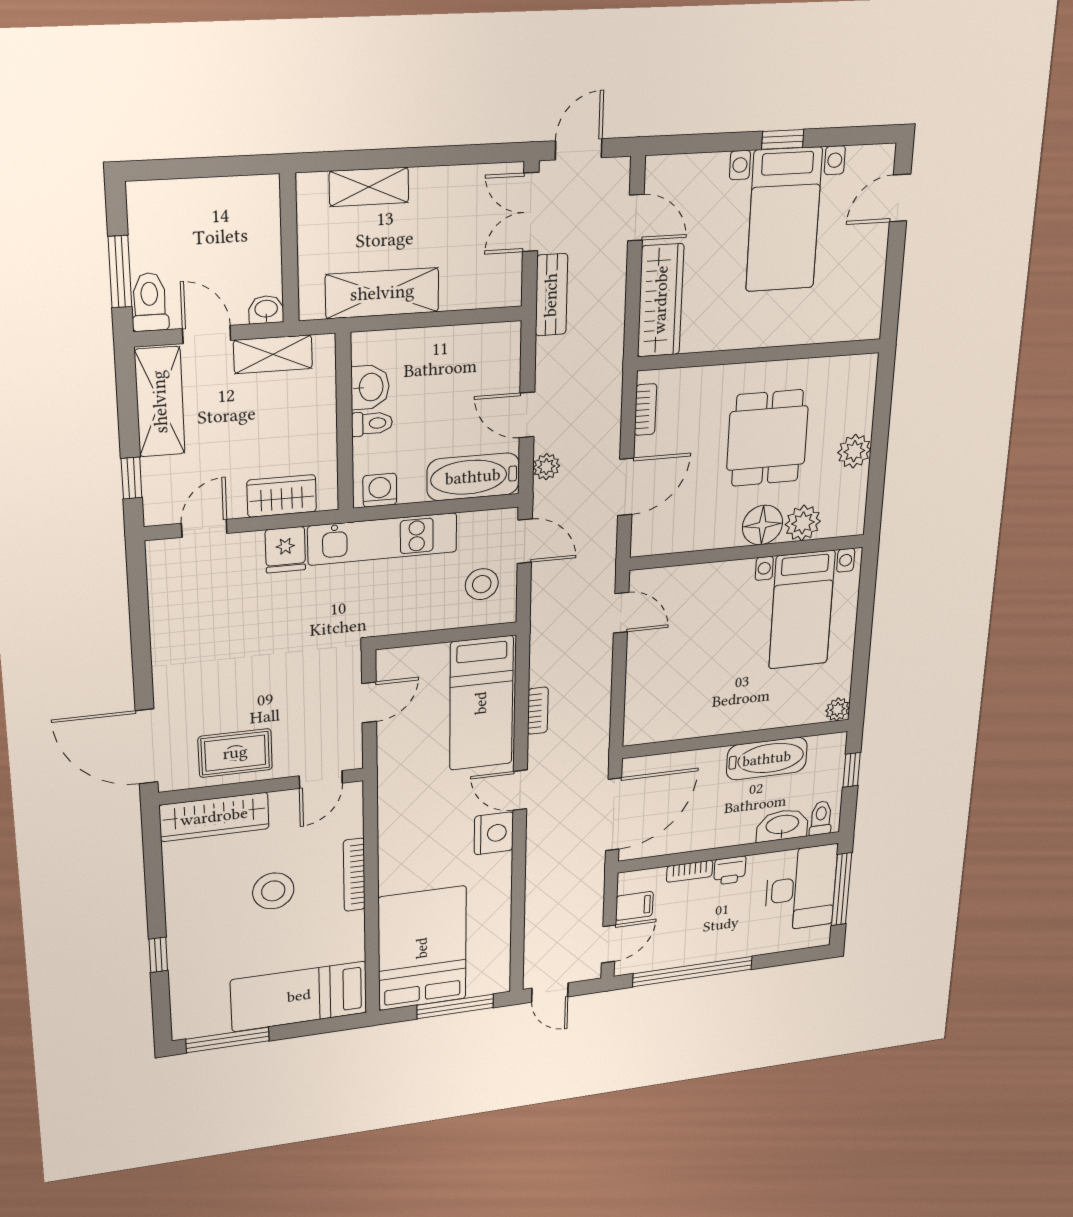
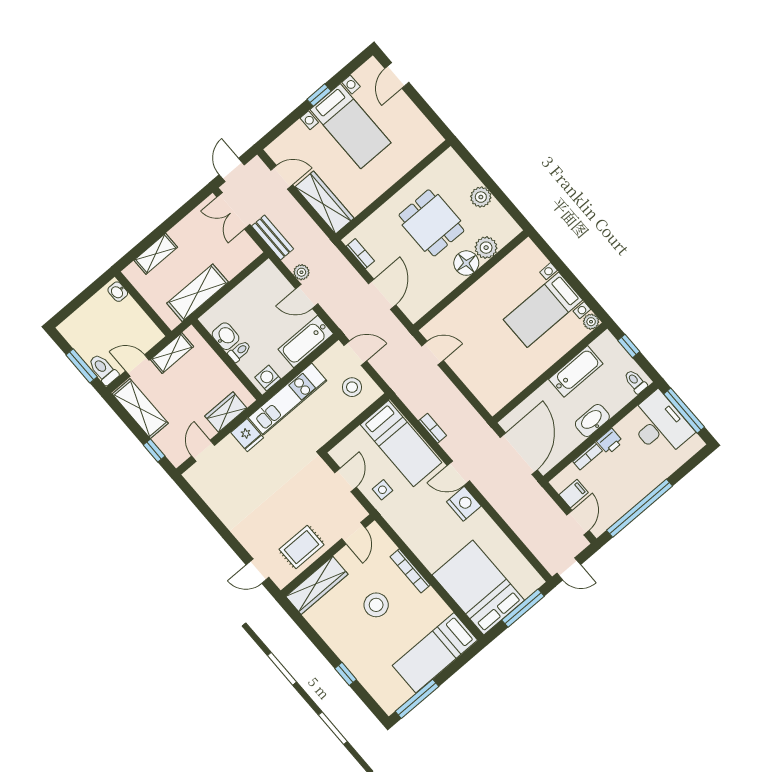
washbasin: (266, 310) -> (118, 292), moved, turned -90
plant: (546, 467) -> (301, 272), moved
bed with nightstands: (802, 610) -> (543, 310), moved, turned 90
door: (147, 747) -> (257, 571), width x0.53
side table: (407, 748) -> (382, 490), added
washbasin: (782, 825) -> (592, 421), moved

